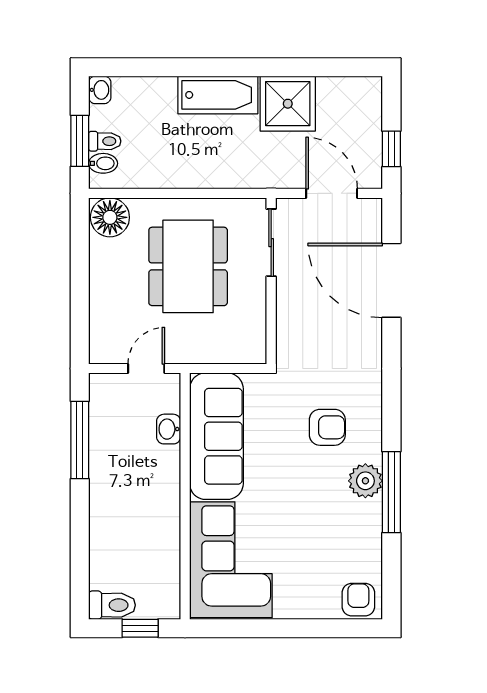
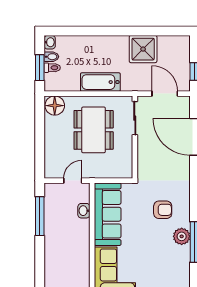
bathtub: (218, 95) -> (100, 82), moved, turned 180
bidet: (103, 163) -> (51, 57), moved

